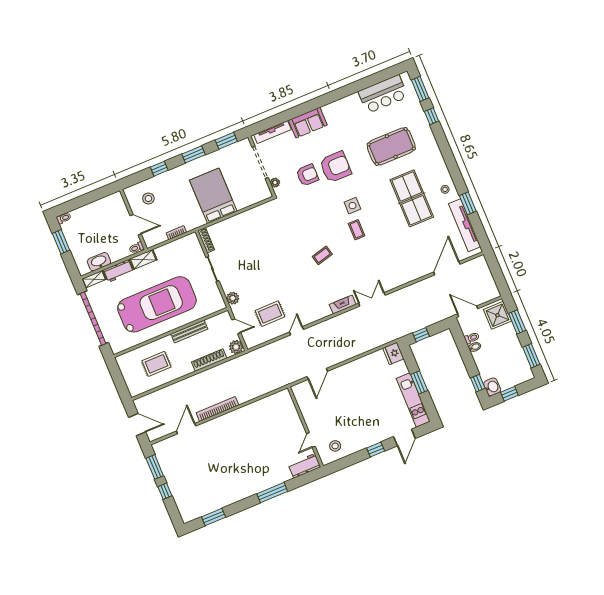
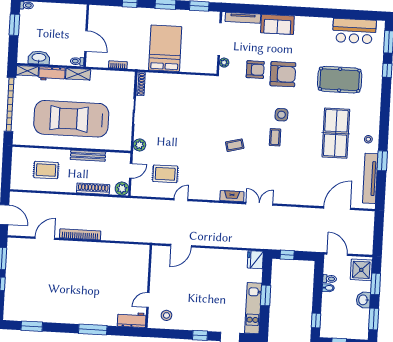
stool: (148, 198) -> (108, 24), removed
car: (157, 304) -> (71, 119), turned 180
door: (236, 326) -> (131, 171), hinge flipped
washbasin: (492, 387) -> (363, 300), moved, turned 180

